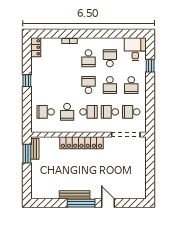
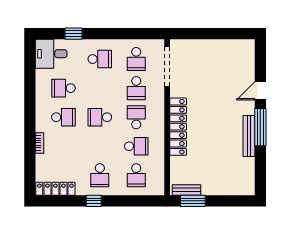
locker: (36, 47) -> (55, 189), width x1.53
school desk: (110, 85) -> (100, 175), moved, turned 90

